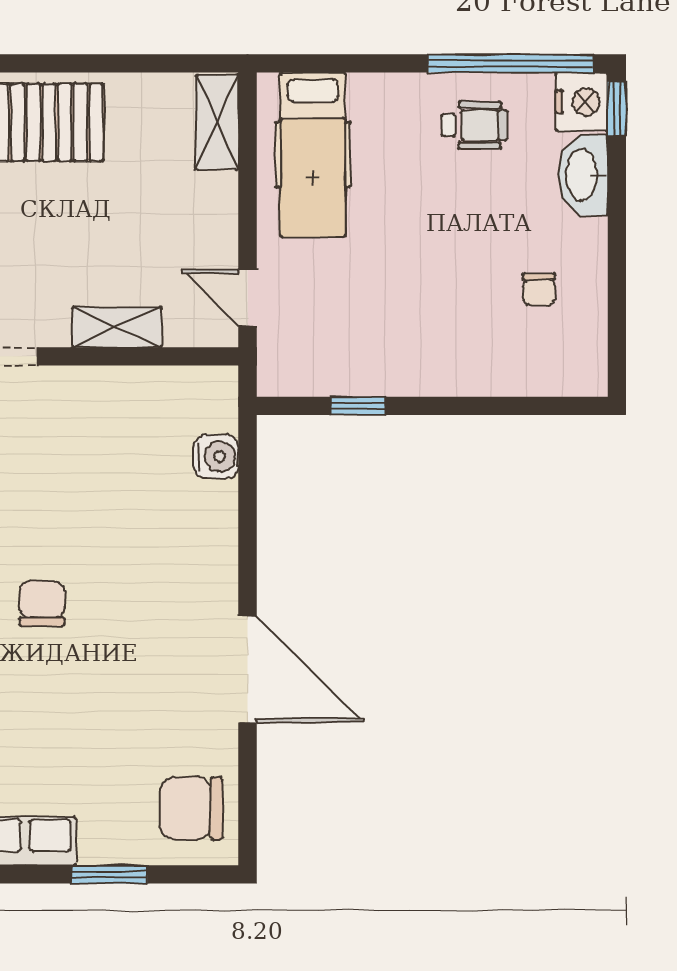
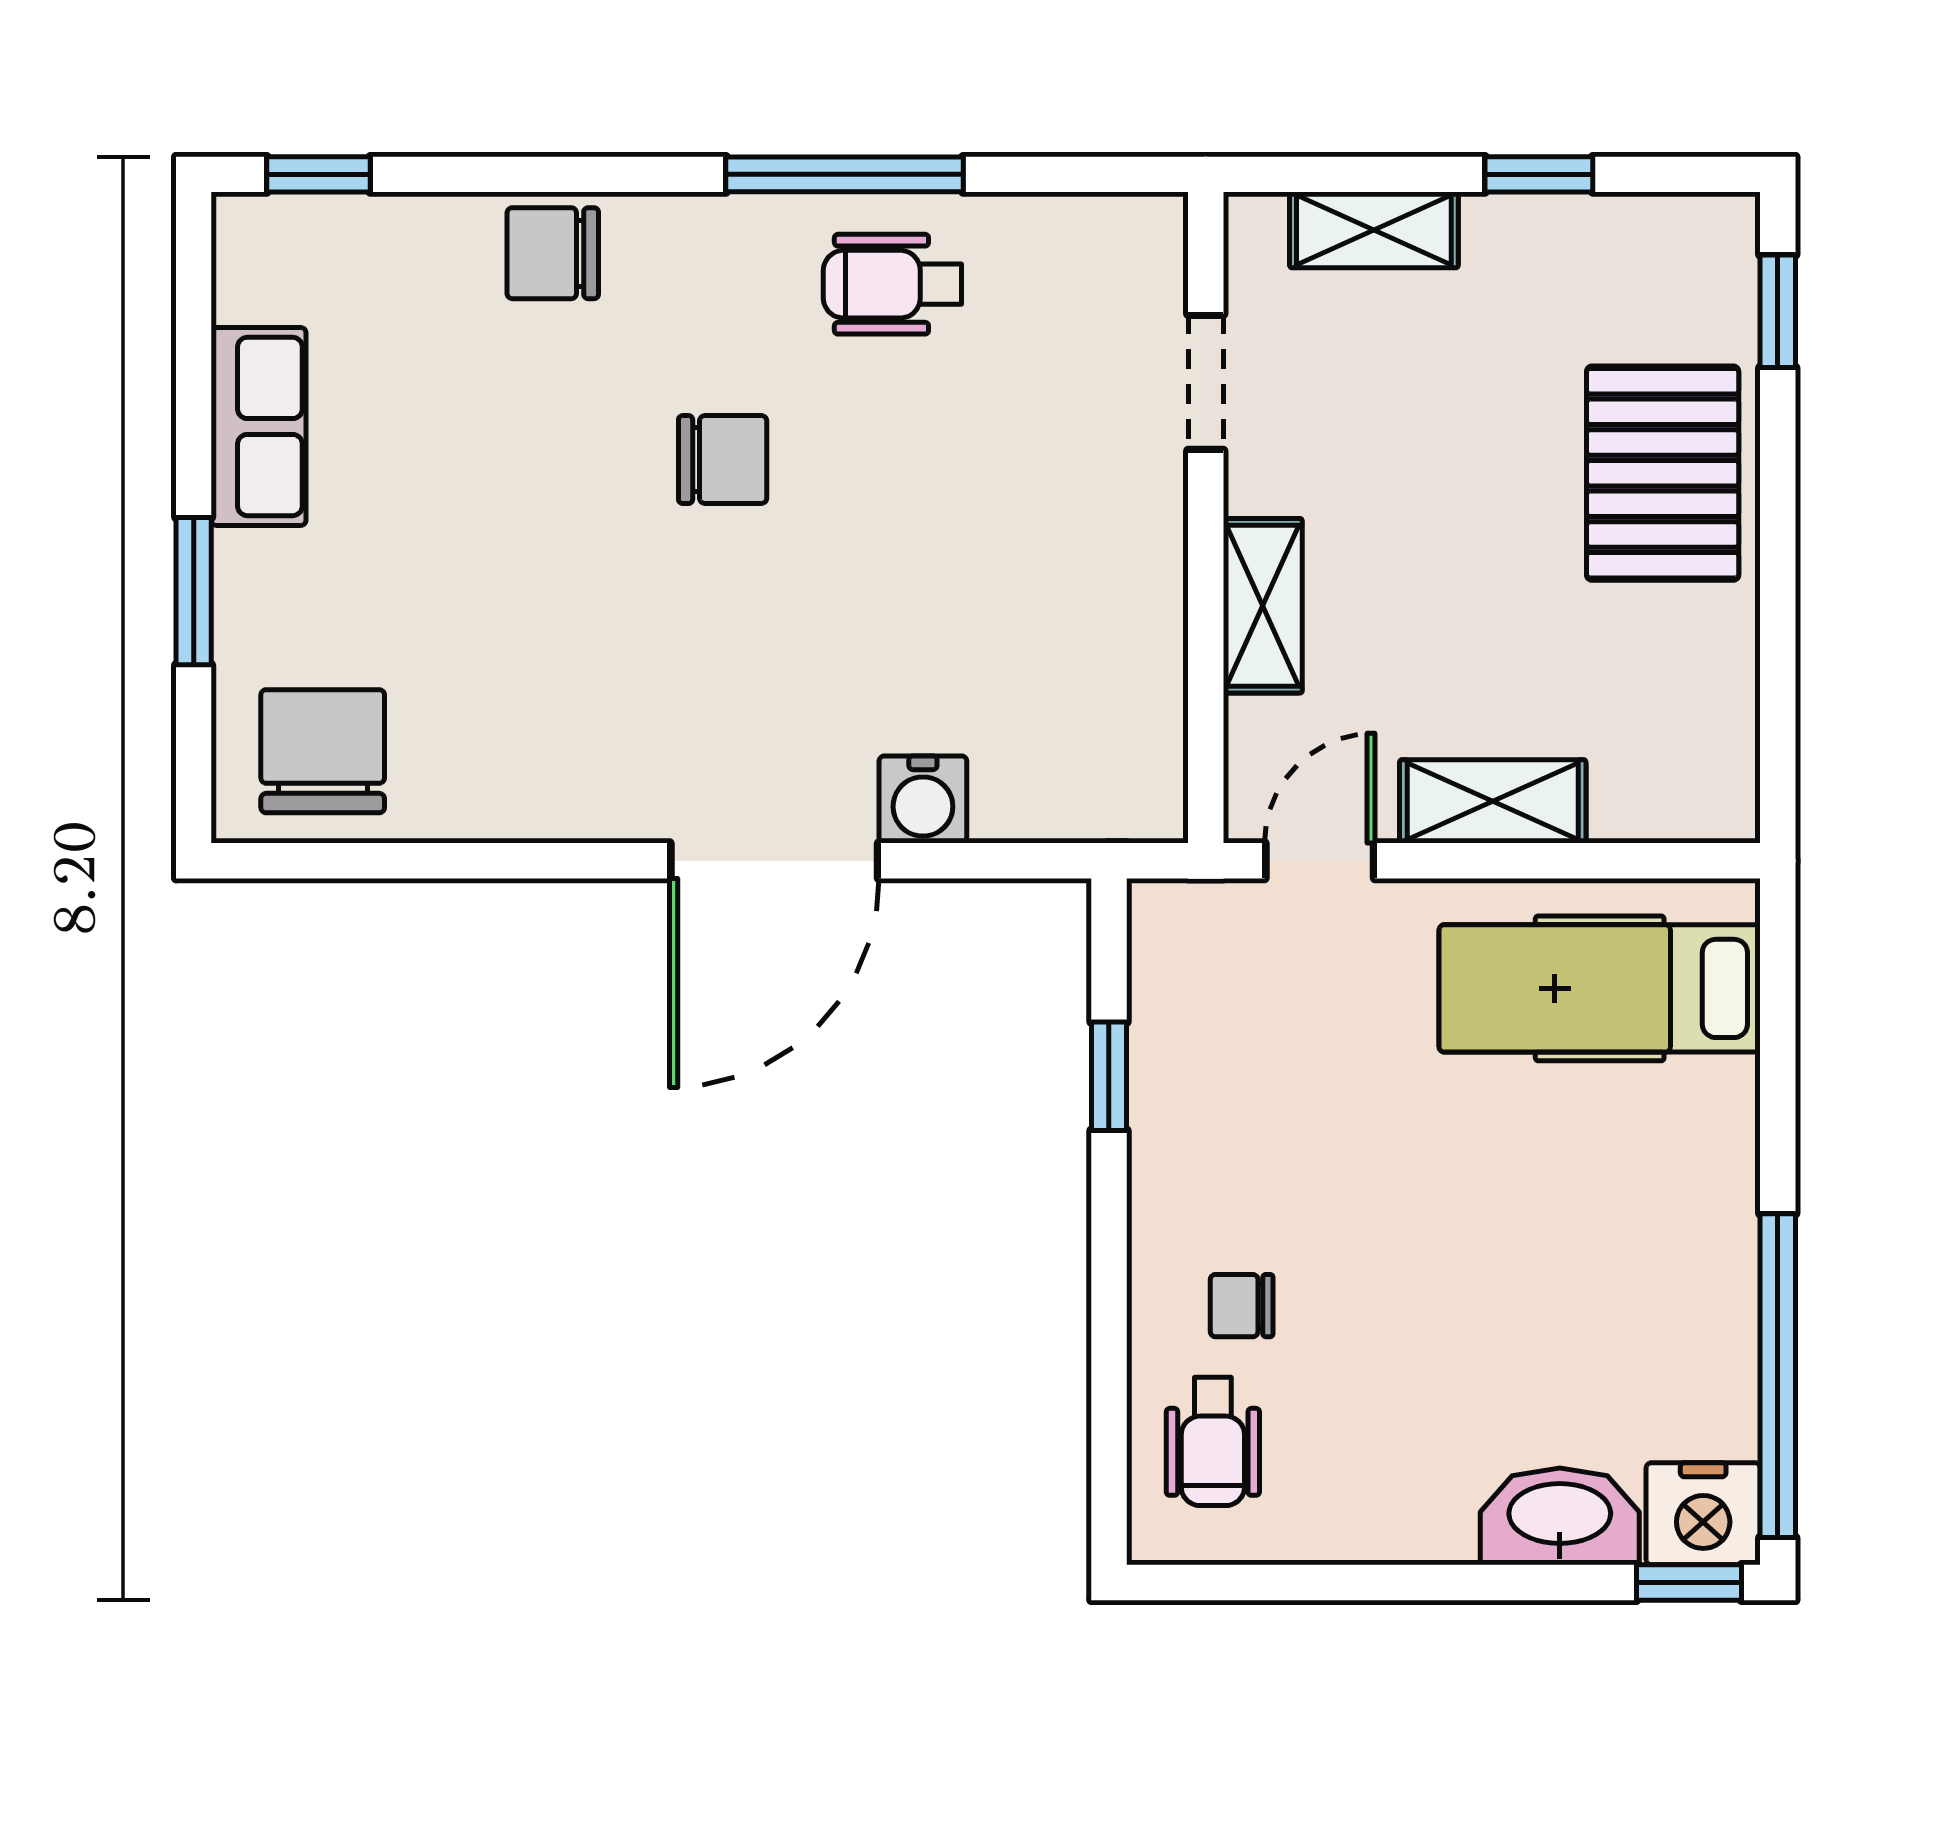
shelving: (217, 122) -> (1493, 801), moved
wheelchair: (475, 125) -> (1213, 1442), moved
chair: (539, 289) -> (1242, 1306), moved
water cooler: (216, 457) -> (923, 800), moved
door: (247, 669) -> (774, 861), moved

